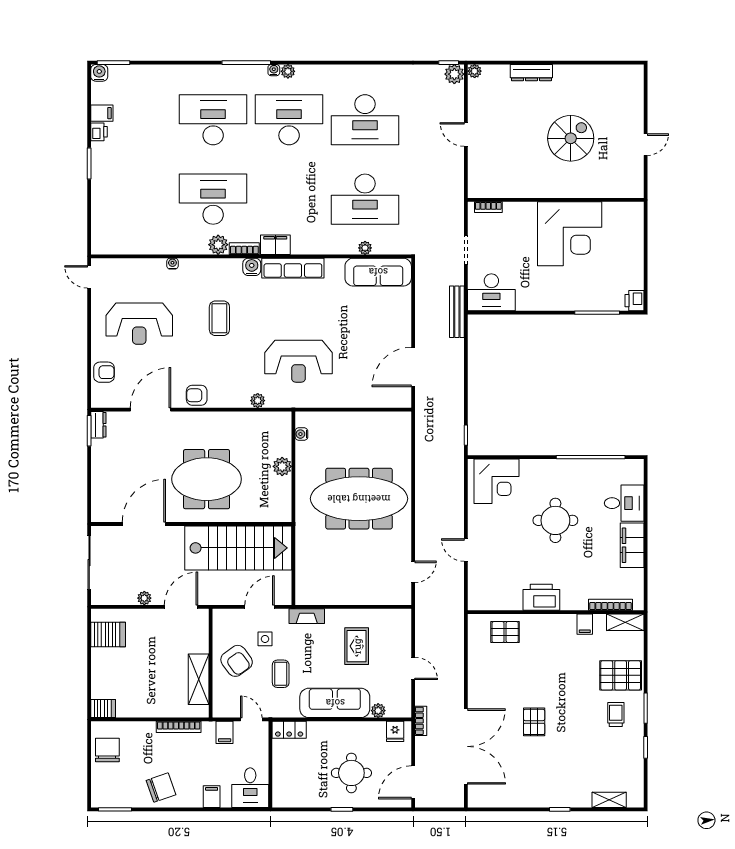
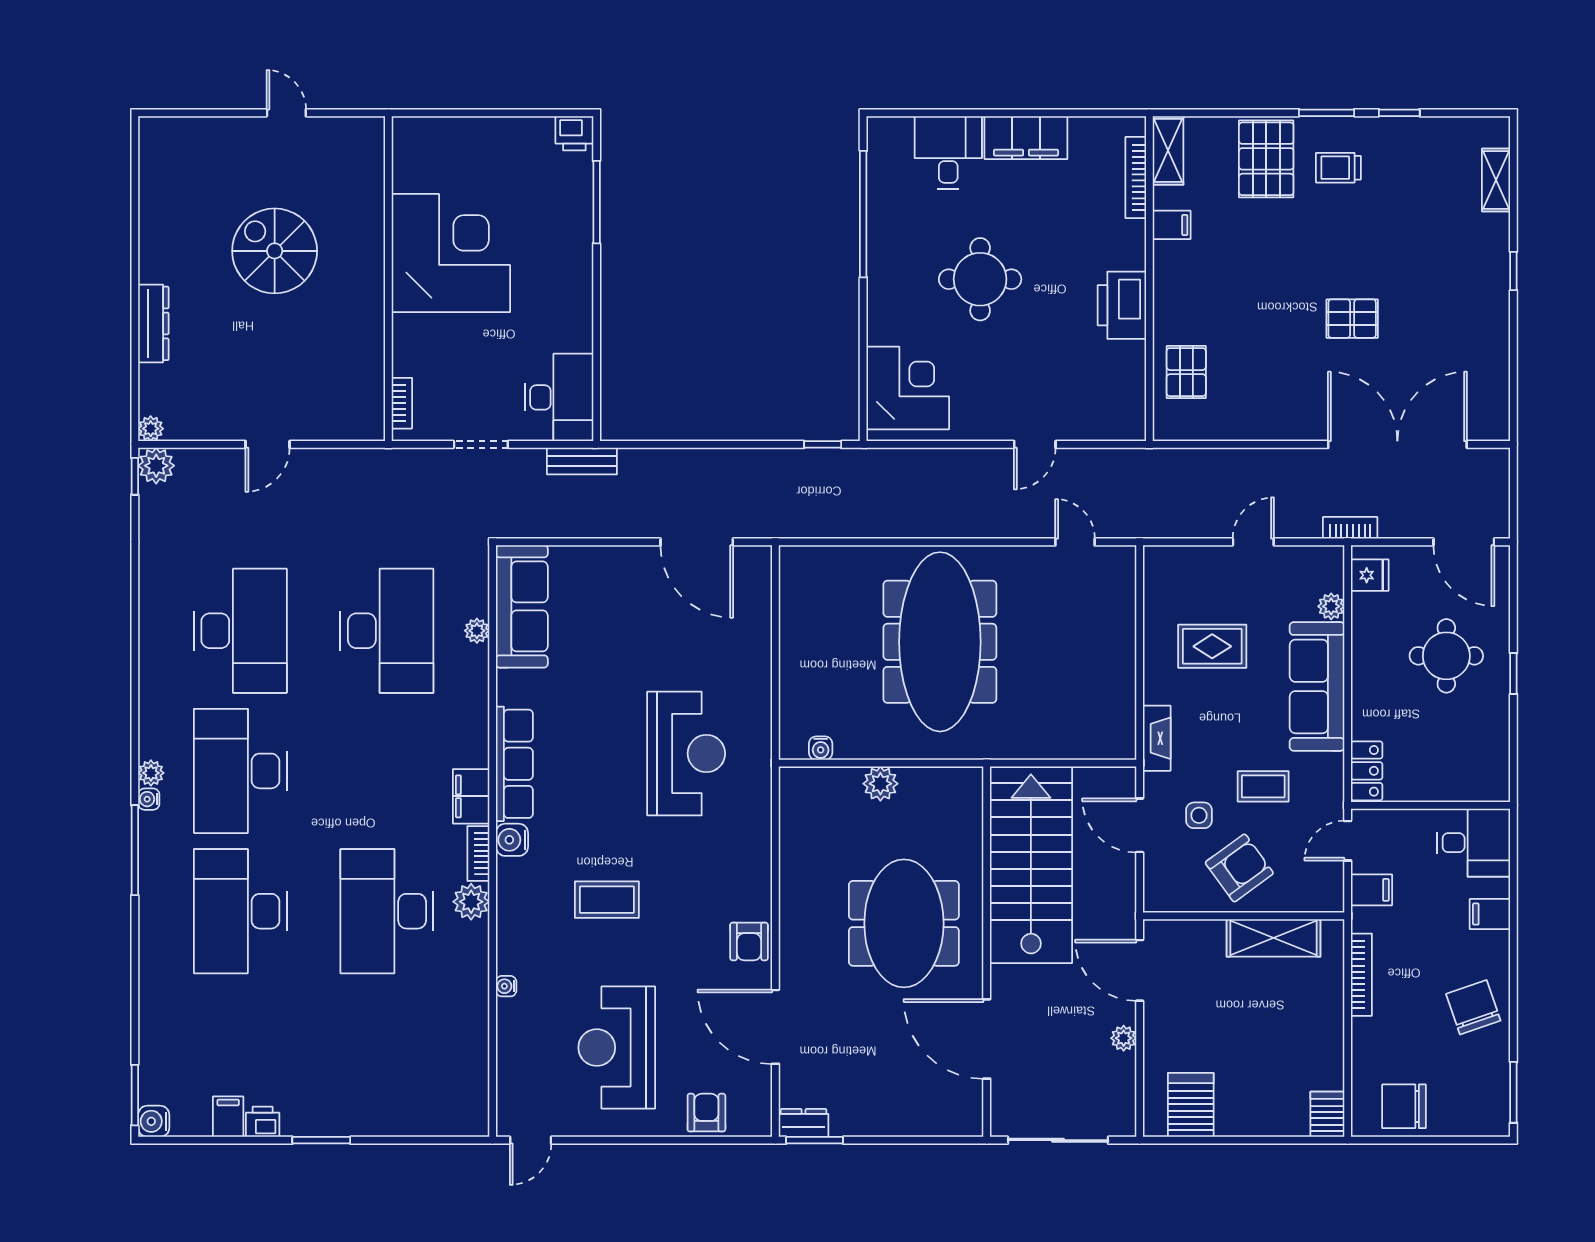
bench: (457, 312) -> (582, 461), width x0.73
reception desk: (139, 324) -> (617, 1048), turned 180
plant: (258, 401) -> (759, 829), removed

